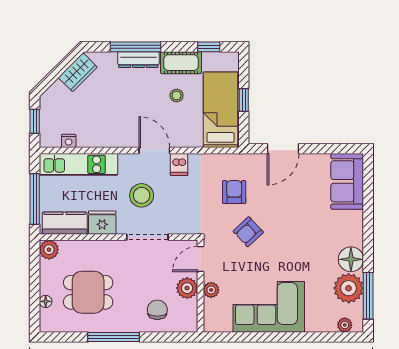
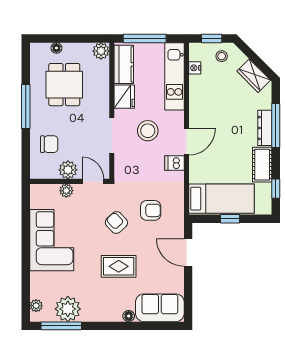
stool: (177, 95) -> (222, 56), moved
rug: (299, 229) -> (119, 266), added
floor lamp: (351, 259) -> (129, 316), moved, width x0.53, depth x0.53

